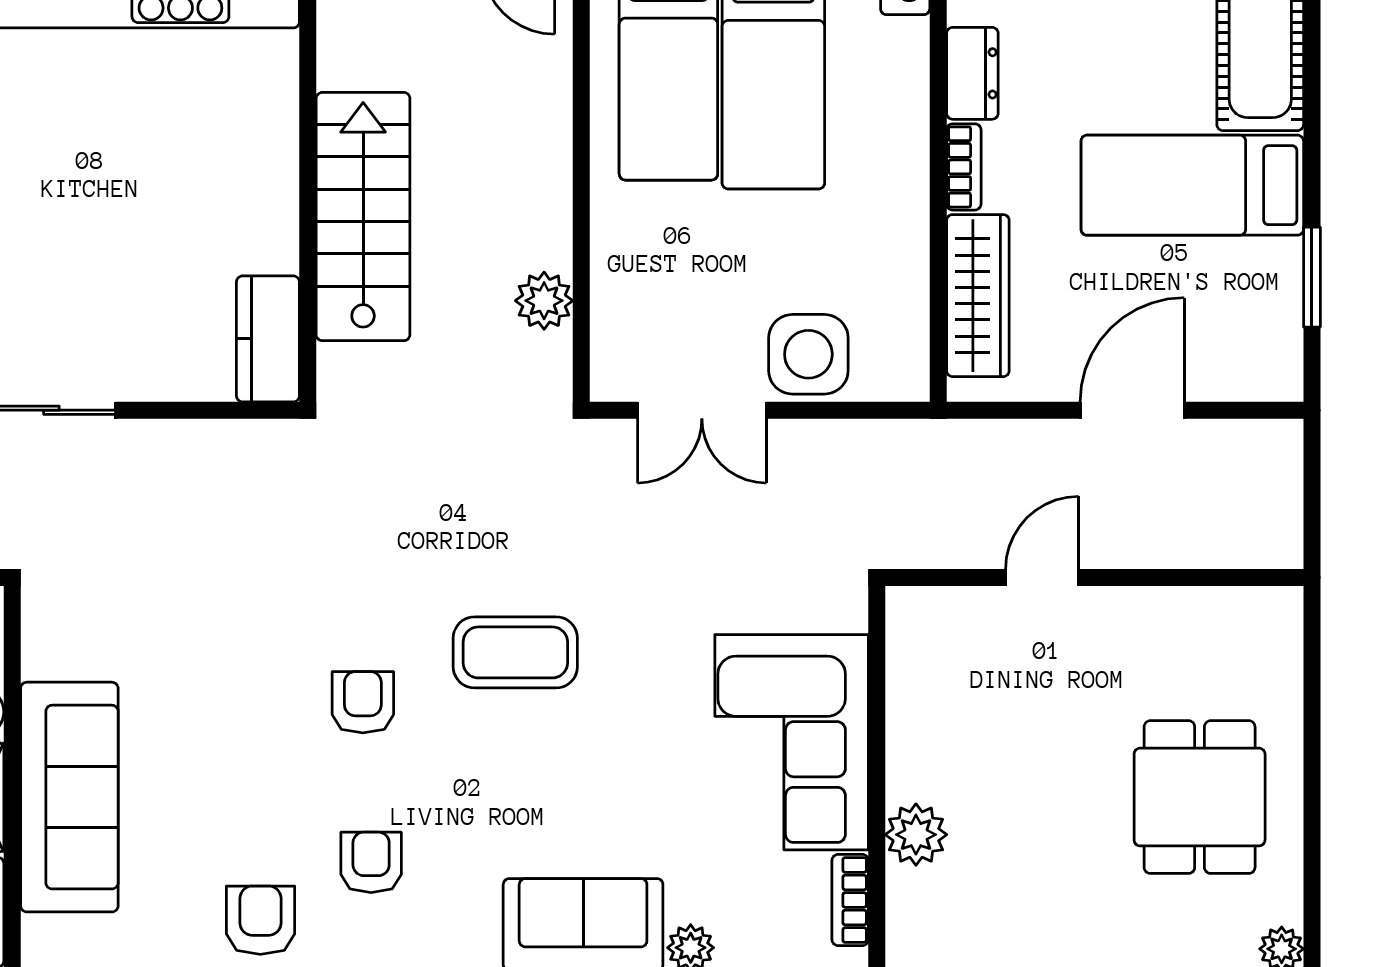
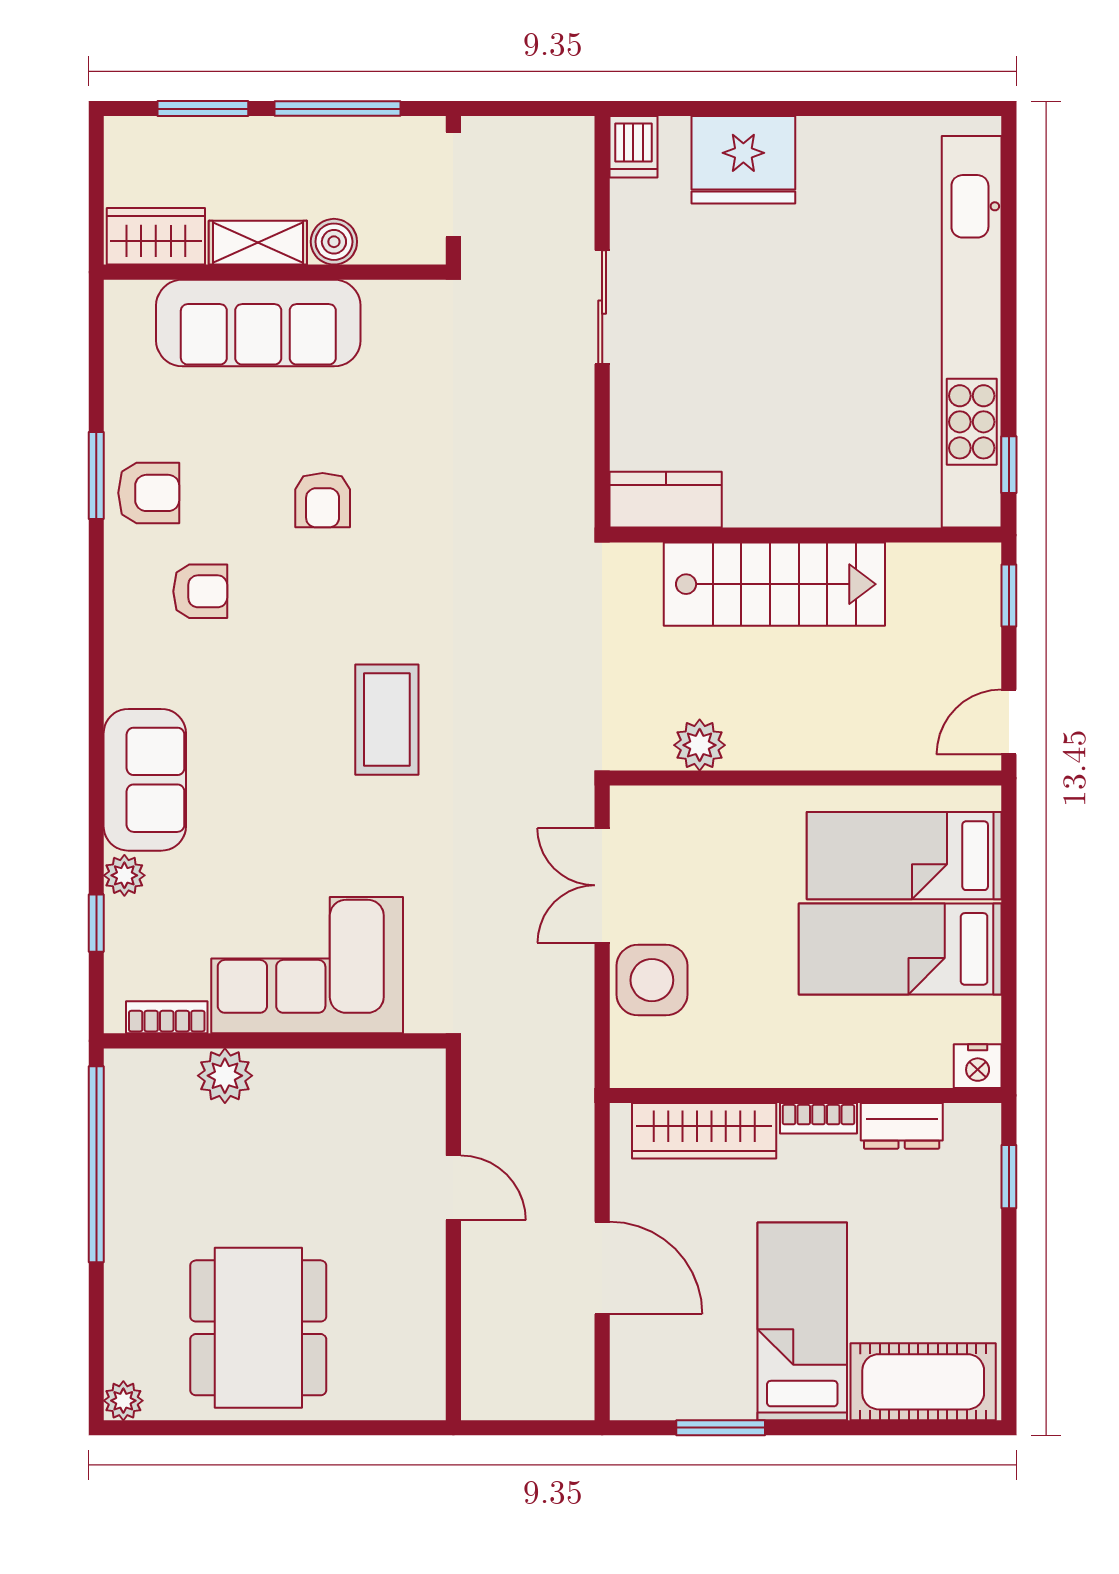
armchair: (363, 702) -> (323, 500), moved, turned 90
dining table: (1200, 797) -> (258, 1328), width x1.37

